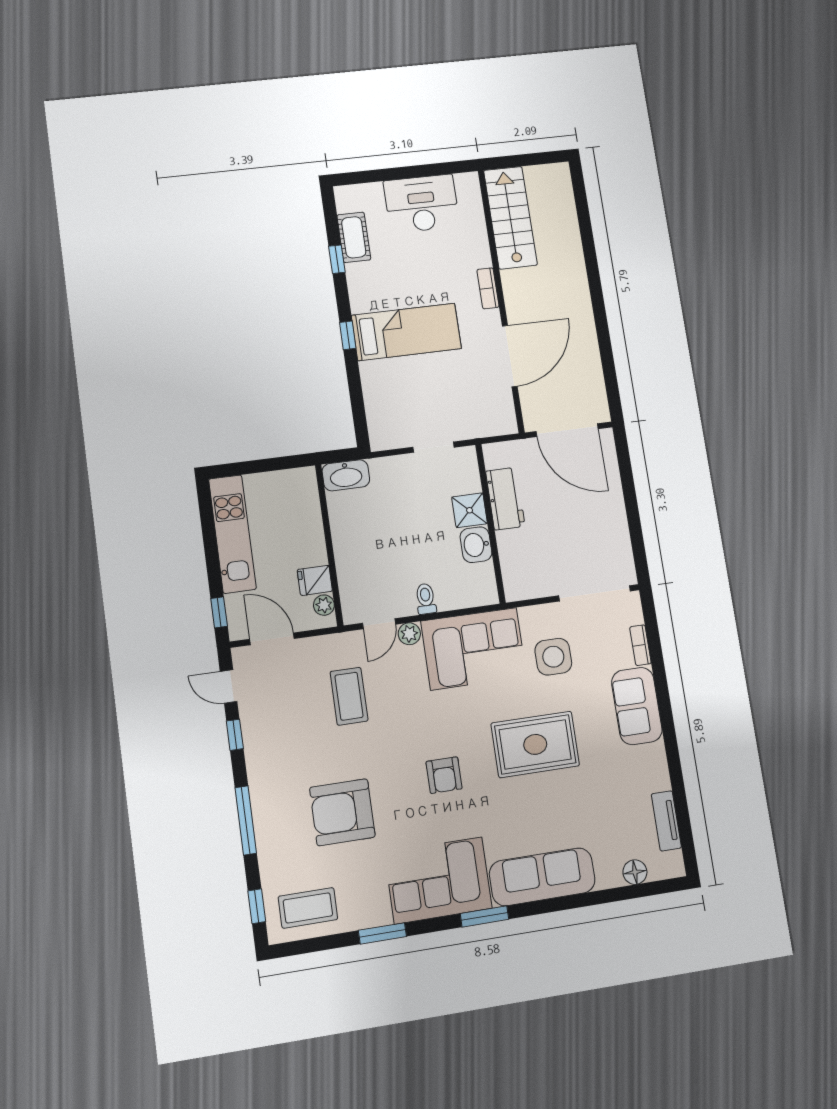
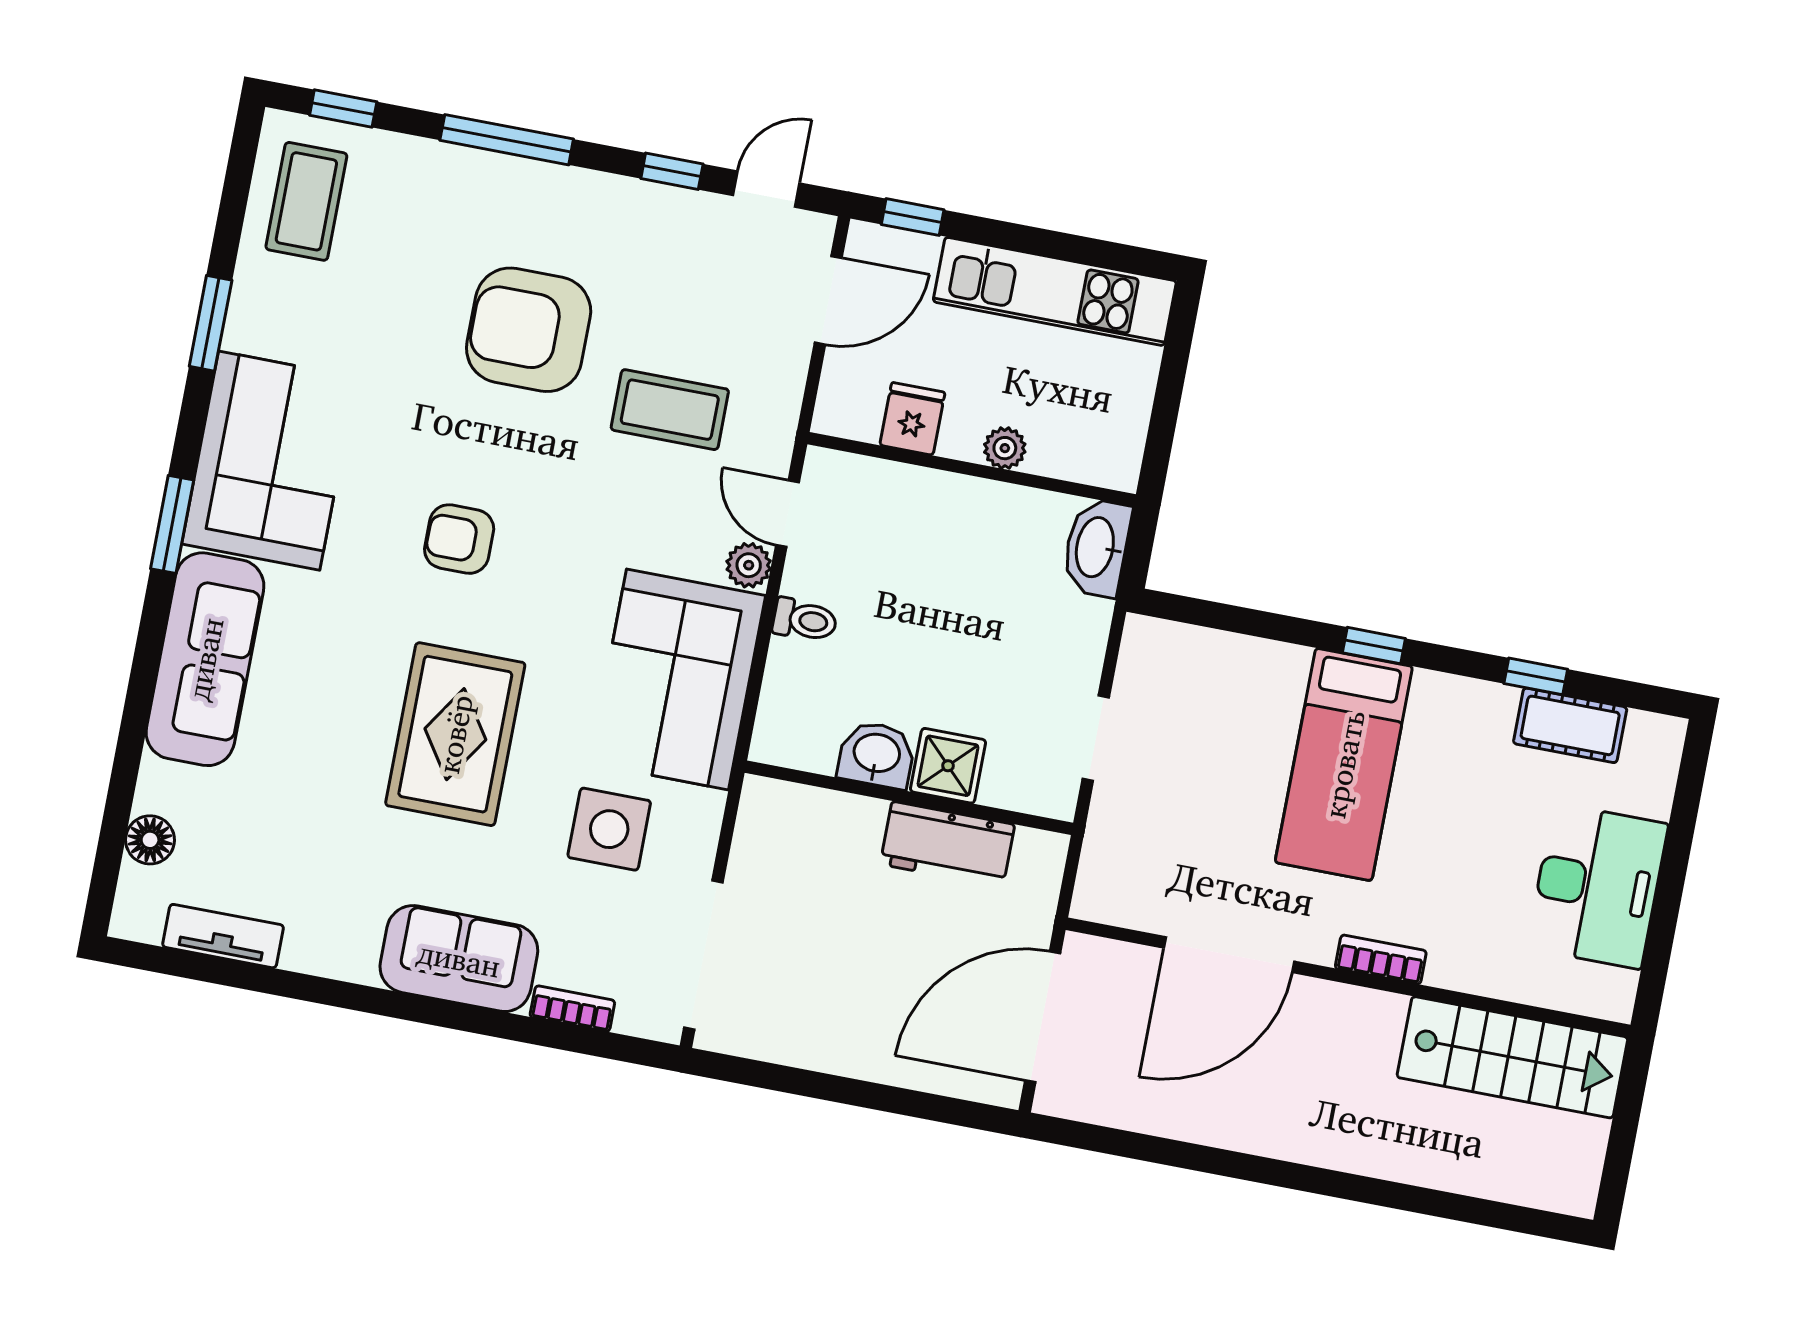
door: (510, 356) -> (1229, 955), hinge flipped
plant: (324, 605) -> (1005, 448), moved
armchair: (342, 812) -> (529, 330), moved, turned -90

